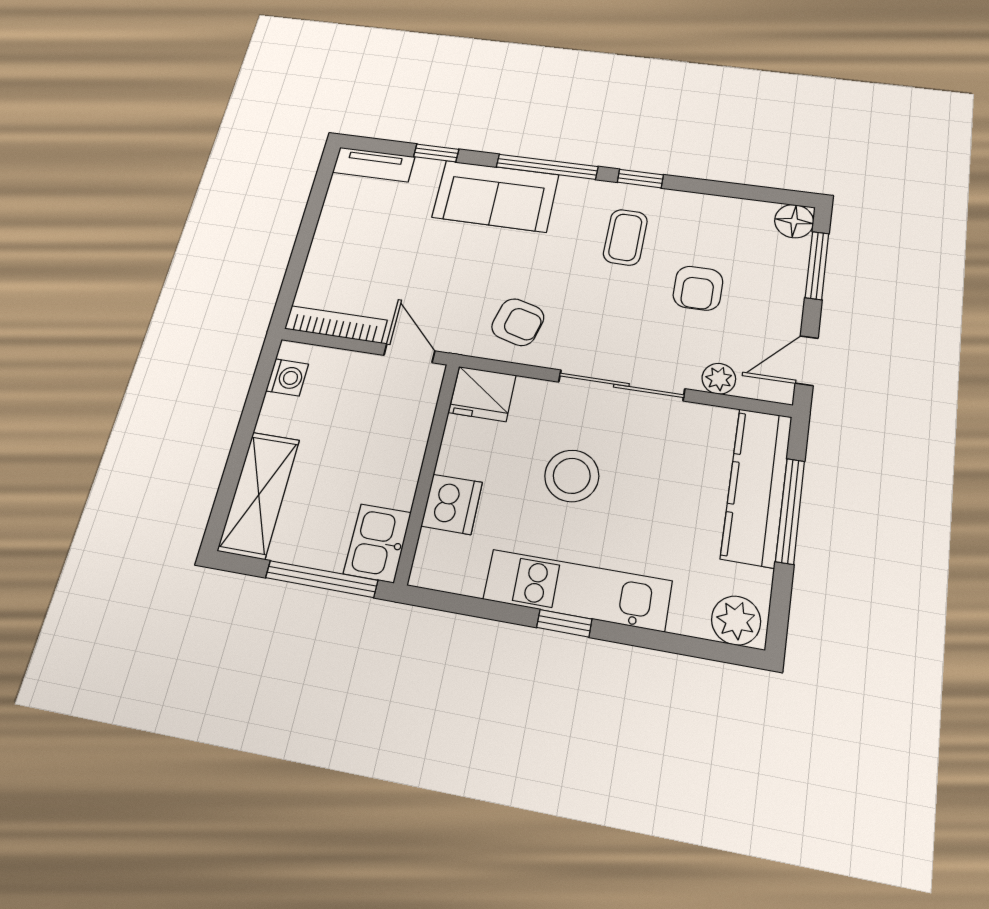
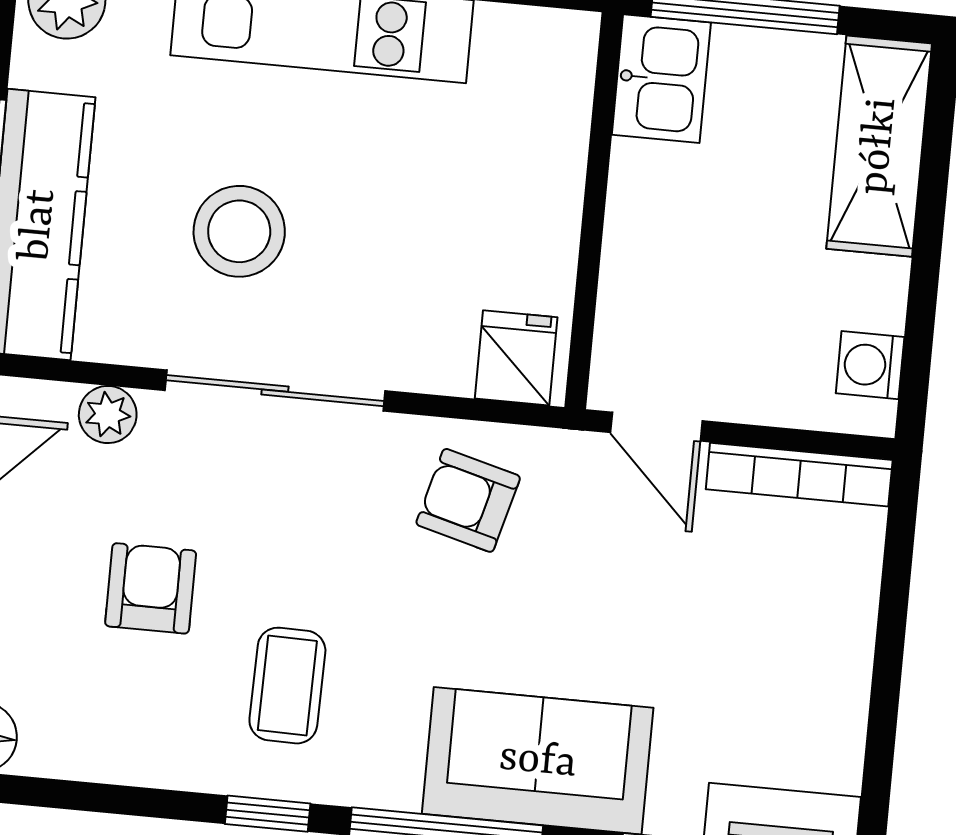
fridge: (482, 394) -> (516, 358), width x0.72
stool: (572, 476) -> (239, 231), moved
dishwasher: (452, 504) -> (545, 155), removed

